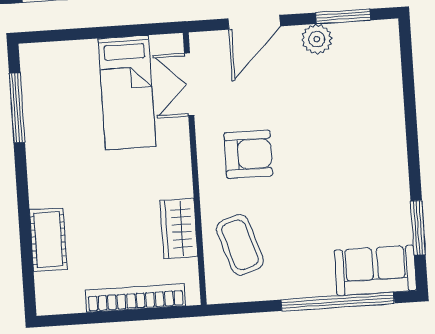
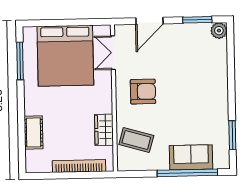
plant: (317, 39) -> (219, 31), moved
bed: (127, 92) -> (65, 56), width x2.04
coffee table: (240, 245) -> (136, 140), turned -56
sofa: (375, 270) -> (191, 157), moved

